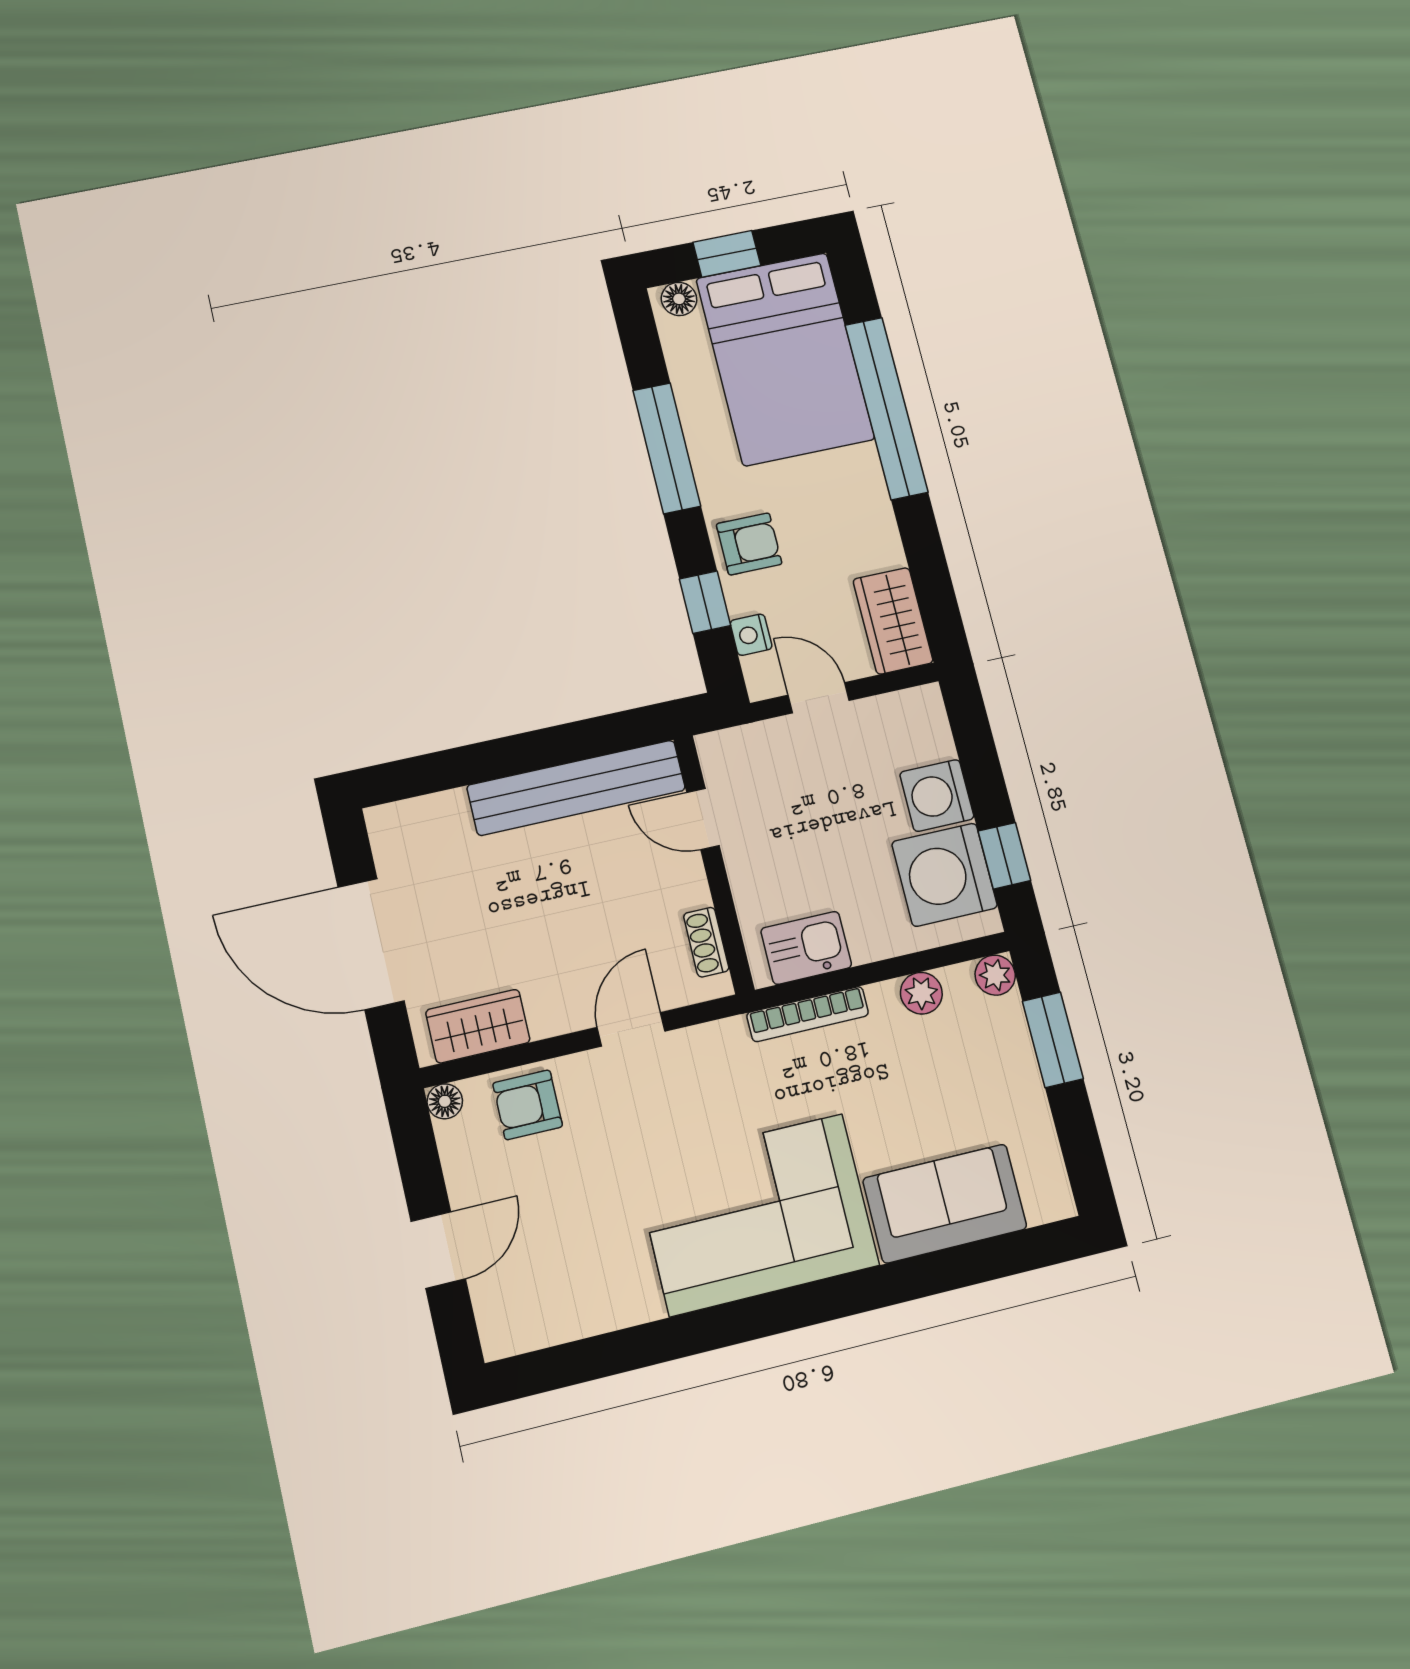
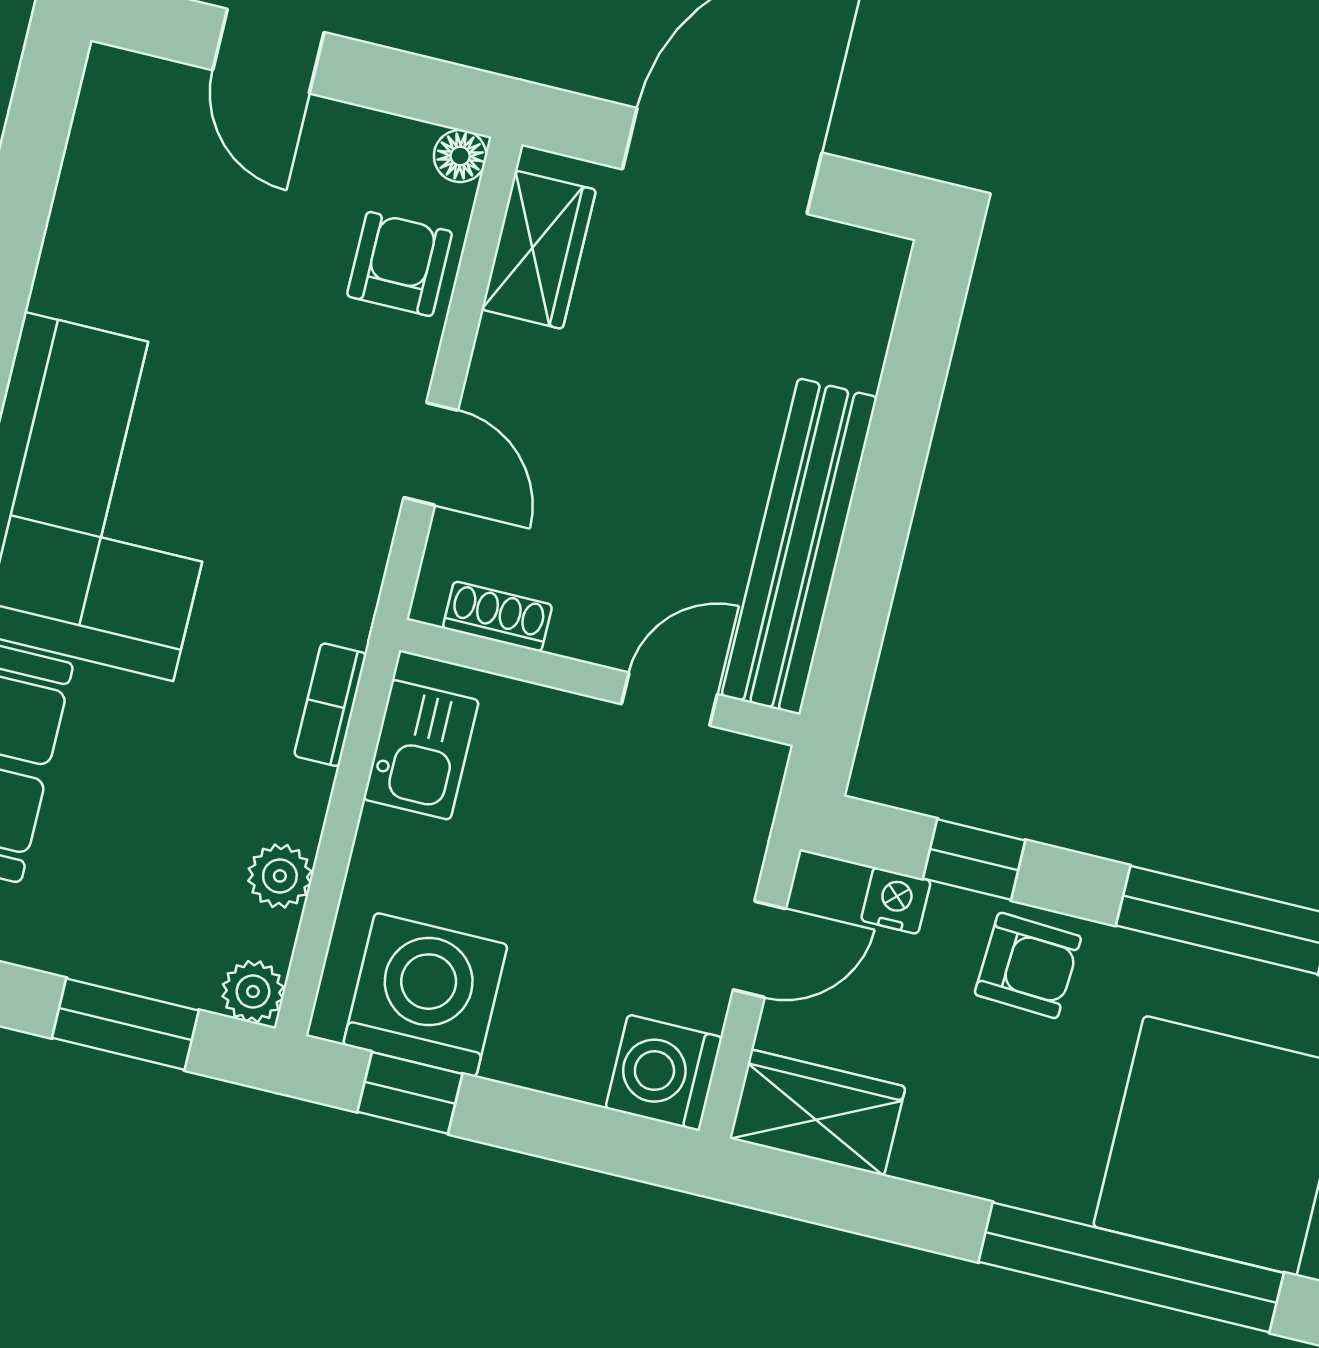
armchair: (749, 544) -> (1028, 965), turned -87
washing machine: (937, 795) -> (664, 1073), moved, turned -90
bookcase: (808, 1014) -> (330, 705), width x0.64

